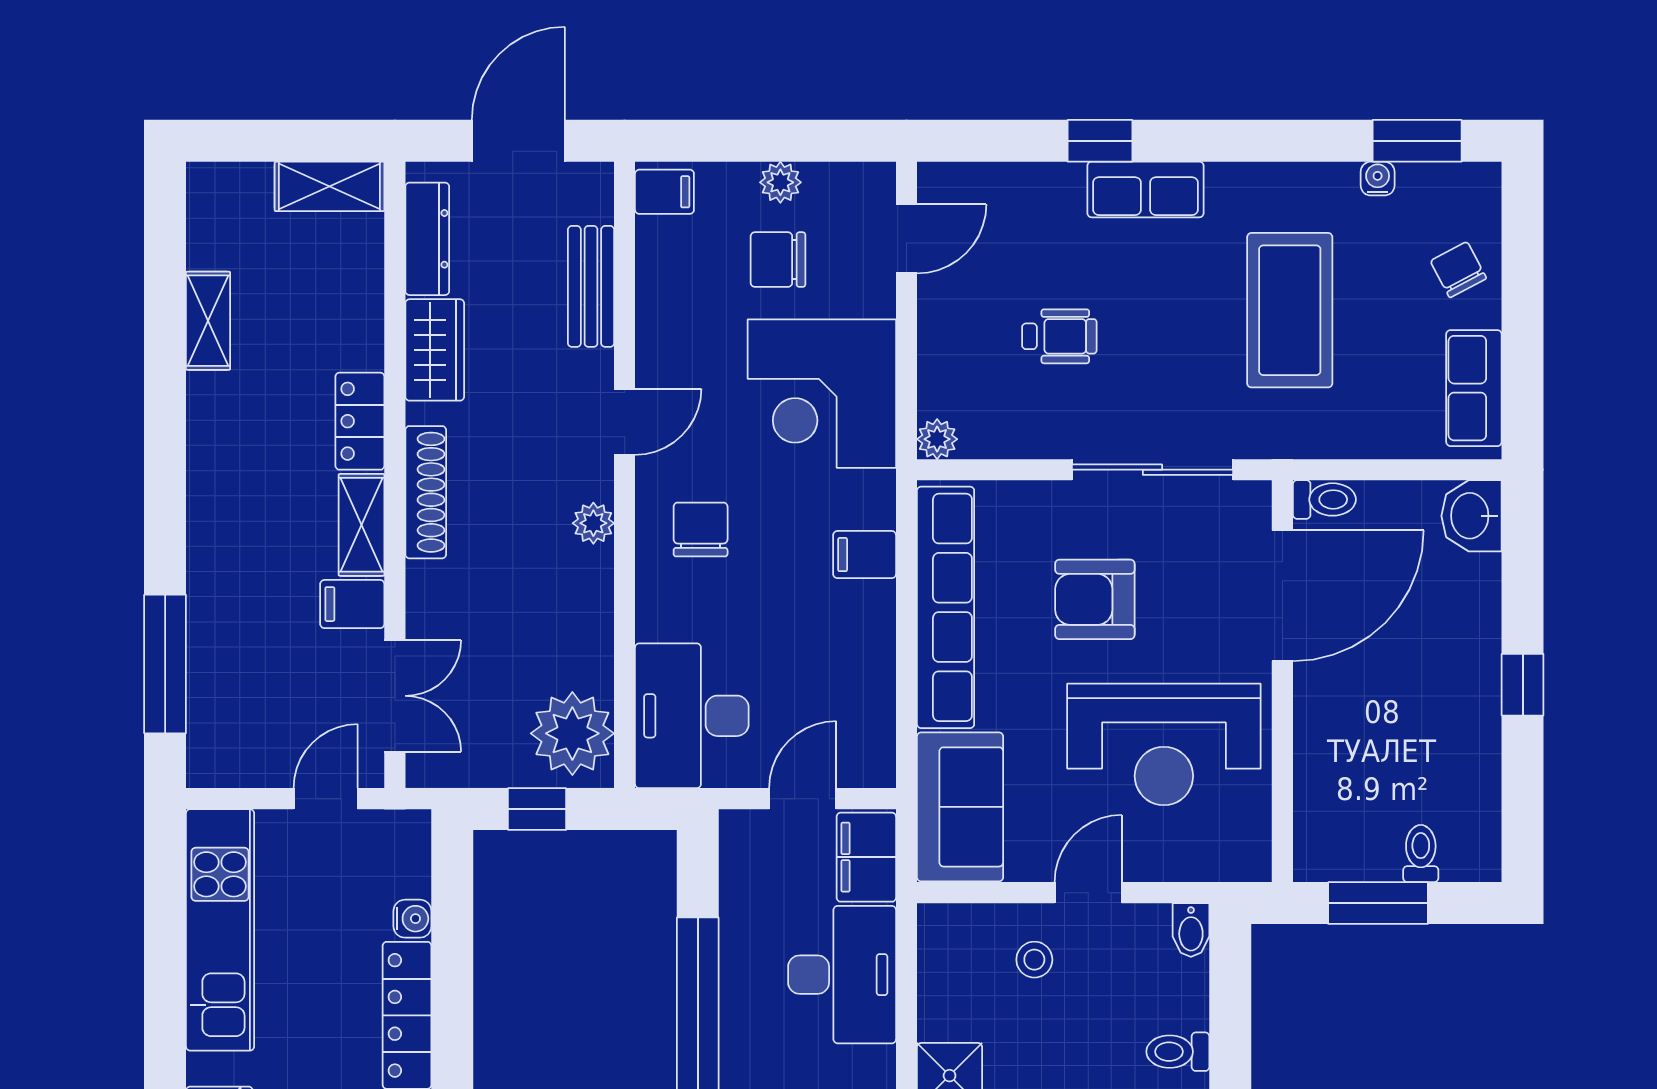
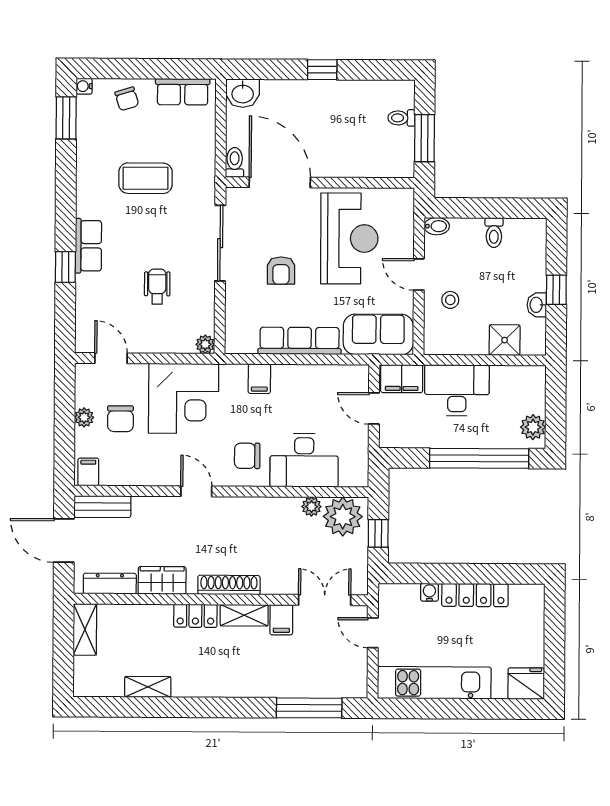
water cooler: (1378, 179) -> (84, 86), moved
chair: (1458, 270) -> (127, 99), turned -79
bench: (591, 286) -> (102, 507), moved
coffee table: (1290, 310) -> (145, 178), width x0.73, depth x0.76
plant: (593, 523) -> (311, 507), moved
armchair: (1095, 599) -> (281, 271), width x0.72, depth x0.72
row of seats: (946, 607) -> (300, 341), width x0.73
desk: (692, 716) -> (304, 460), moved

